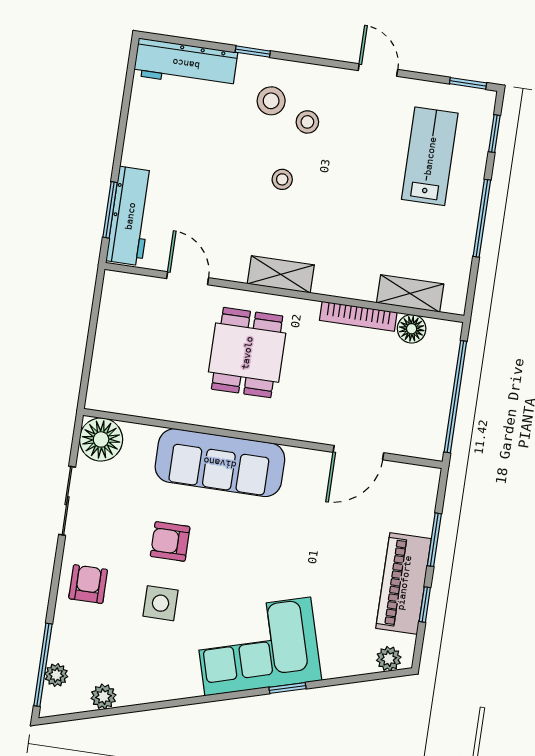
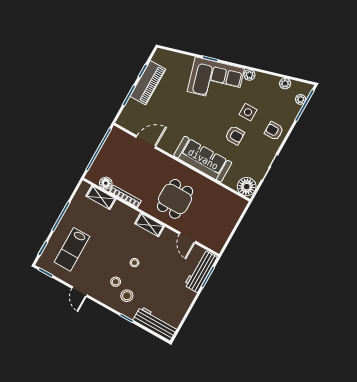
armchair: (88, 584) -> (274, 131), turned 90
plant: (389, 659) -> (249, 75), moved

